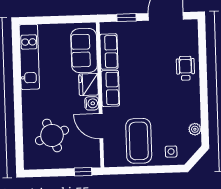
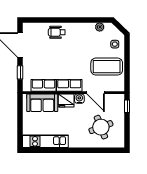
door: (101, 126) -> (96, 93), hinge flipped

